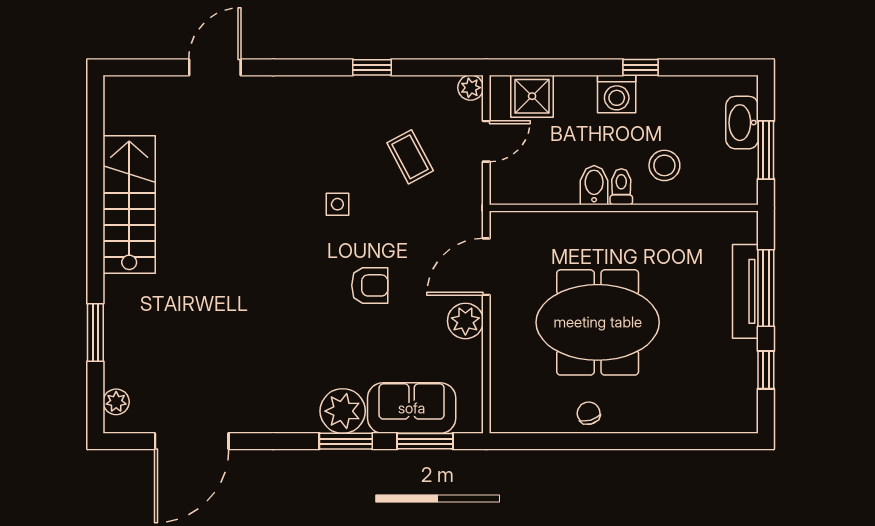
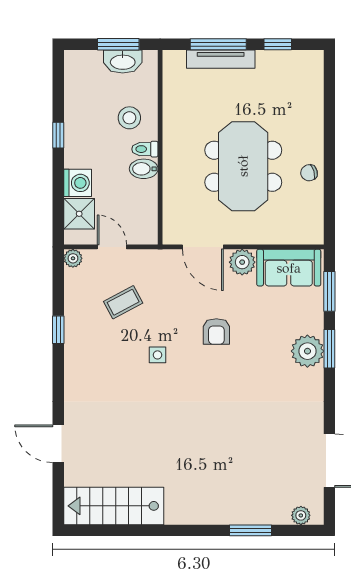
washing machine: (617, 94) -> (78, 183), moved
washbasin: (742, 123) -> (123, 61), moved
stairs: (129, 204) -> (114, 506), moved
armchair: (370, 285) -> (216, 332), turned 180
sofa: (412, 408) -> (289, 268), moved, turned -90

